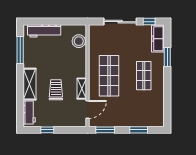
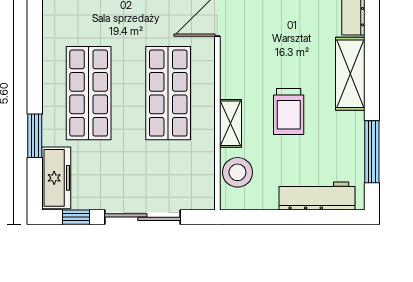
shop shelf: (144, 76) -> (89, 93), width x1.43, depth x1.36
shelving: (82, 89) -> (231, 123), moved
trolley: (56, 90) -> (289, 112), moved

